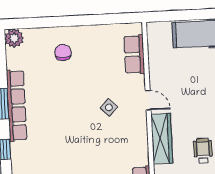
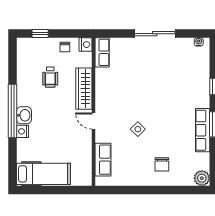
row of seats: (17, 106) -> (203, 130), width x0.73
side table: (109, 107) -> (138, 129), moved

